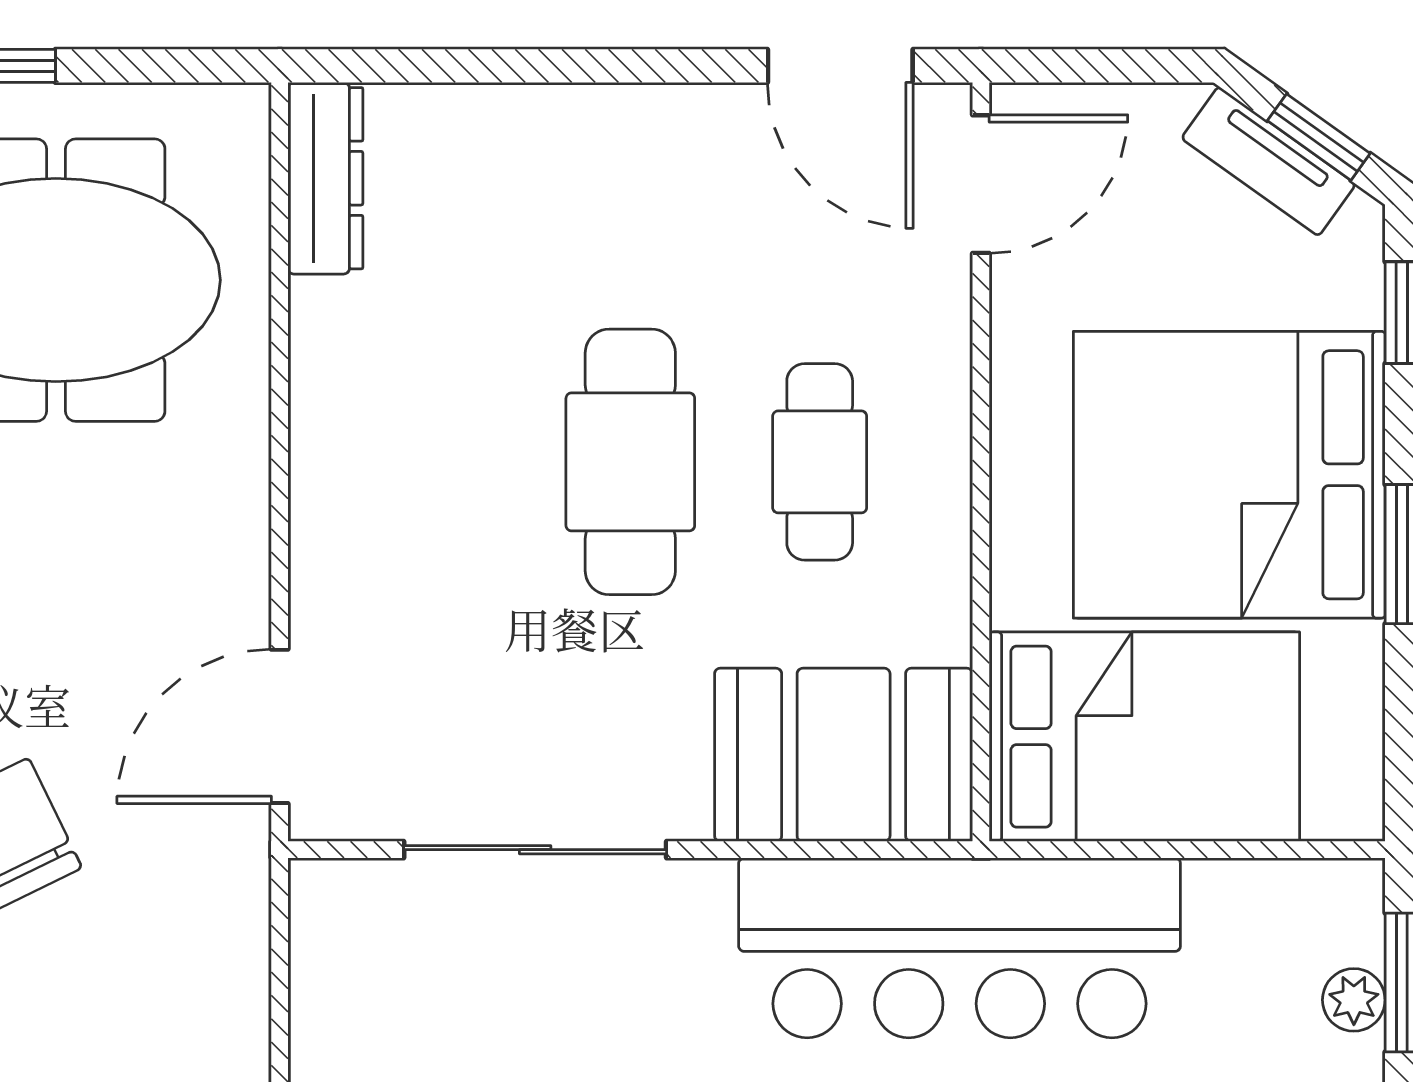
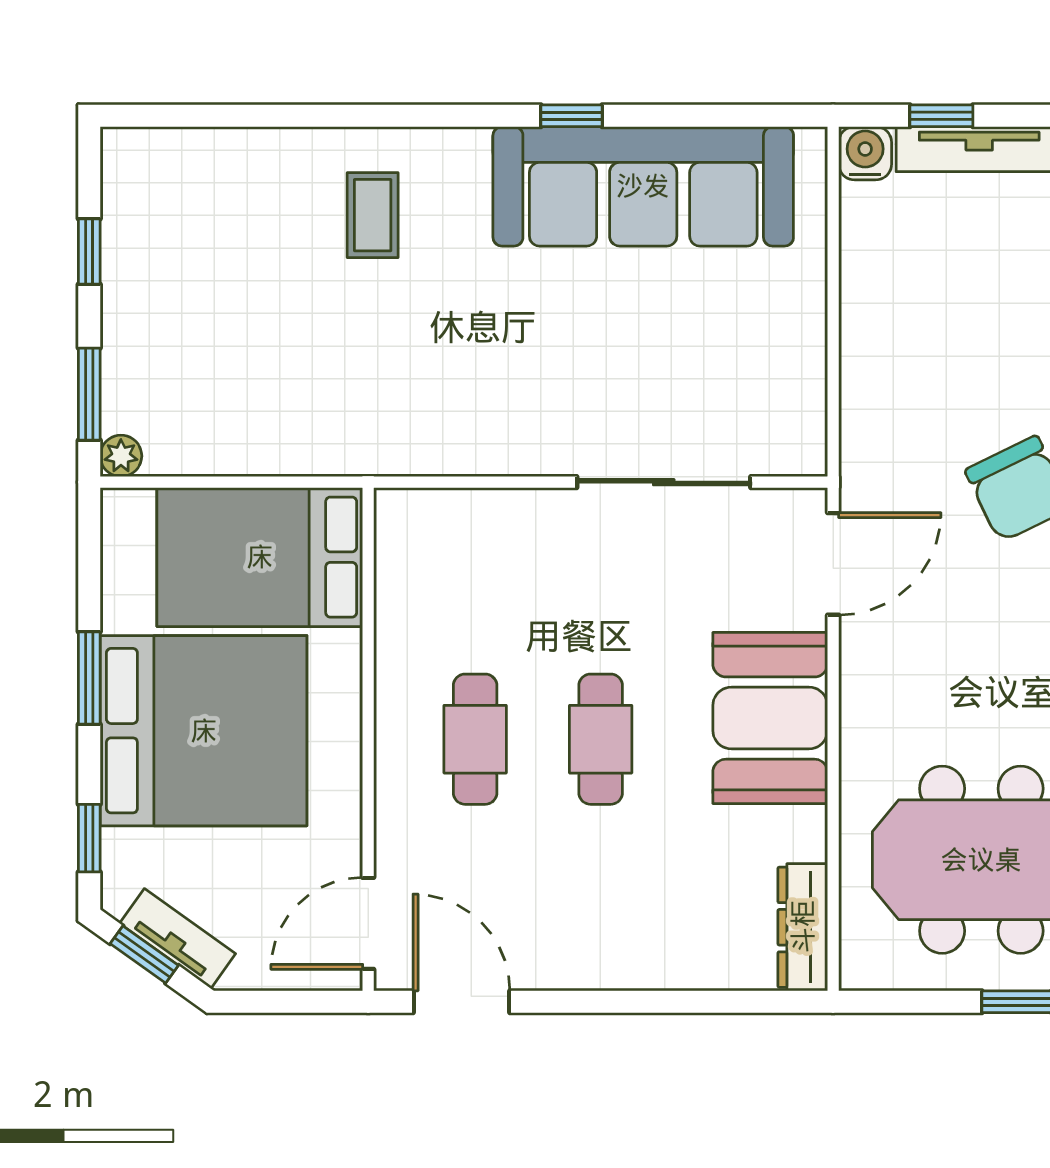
cafe table: (630, 462) -> (601, 739), width x0.73, depth x0.74
booth: (844, 755) -> (770, 718), moved, turned 90
bar counter: (960, 948) -> (382, 417), removed
plant: (1354, 1000) -> (121, 456), moved

